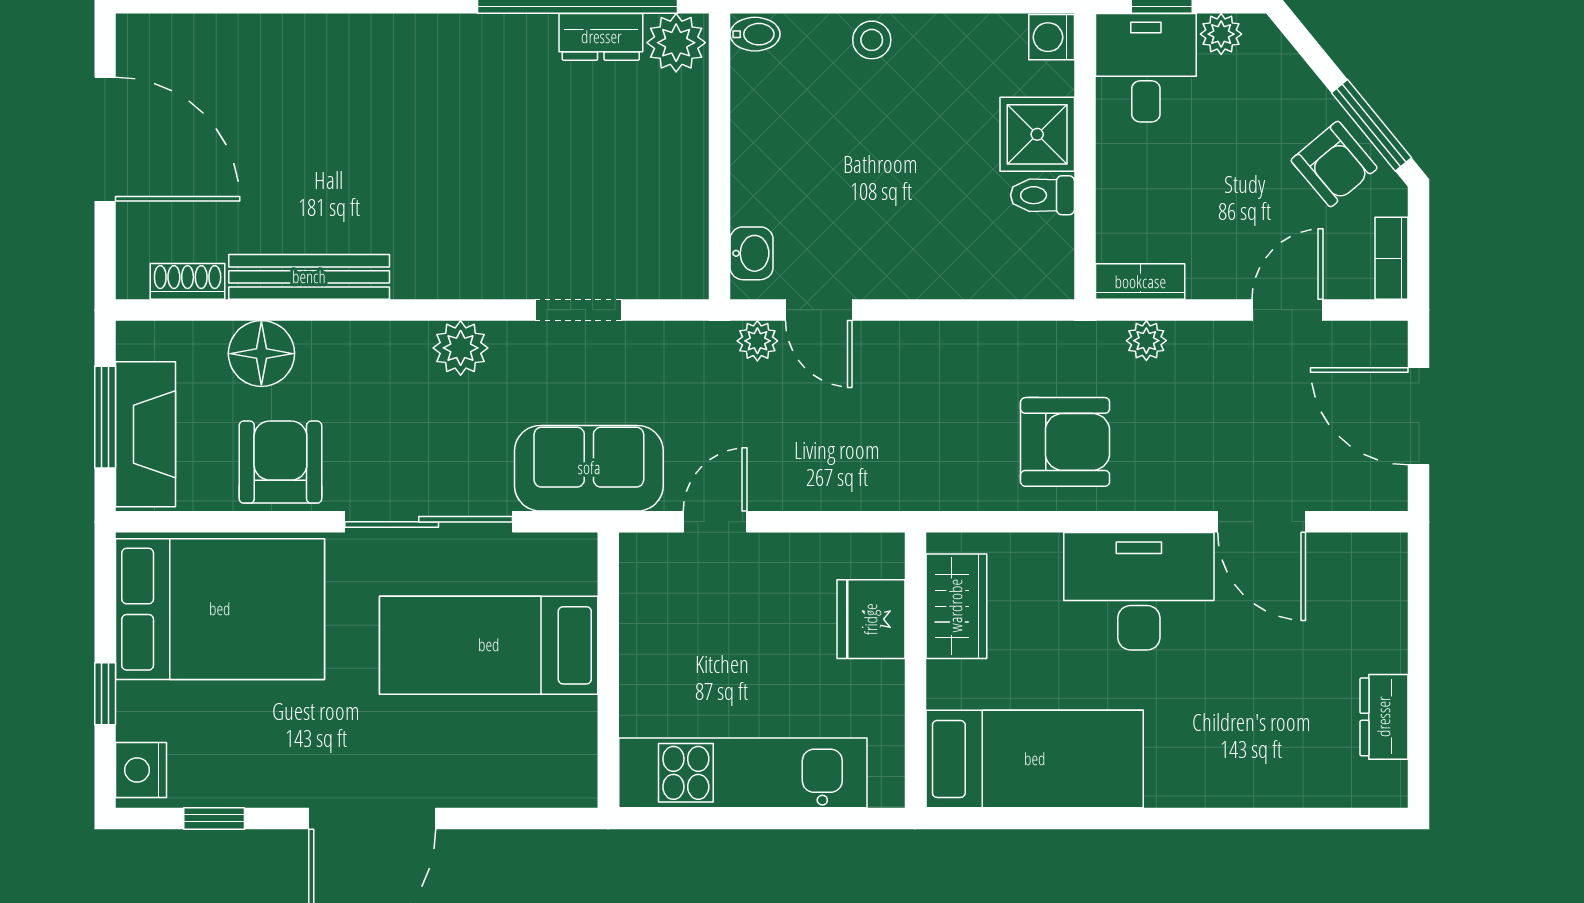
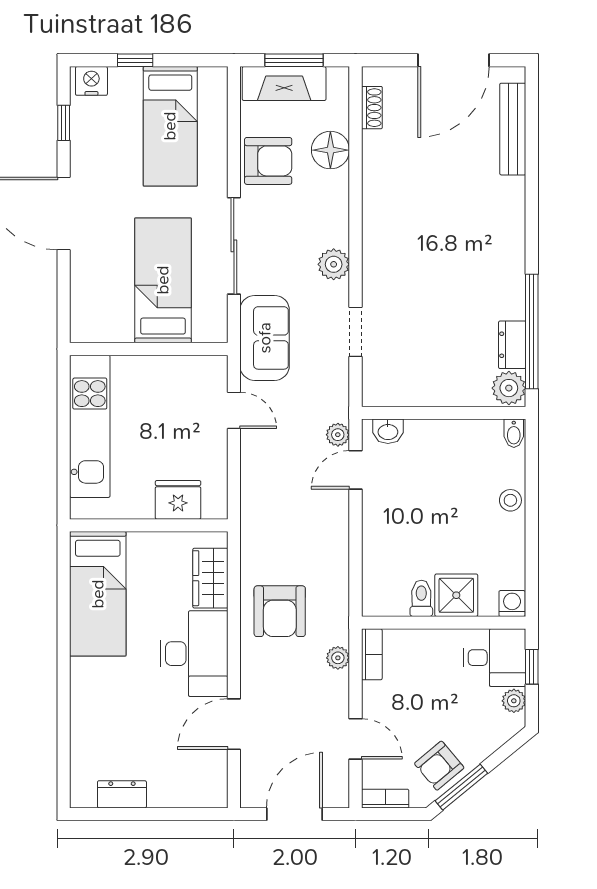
bench: (309, 277) -> (513, 129), moved
wardrobe: (956, 606) -> (210, 578), moved, turned 90
bed: (220, 609) -> (170, 126), width x0.67

